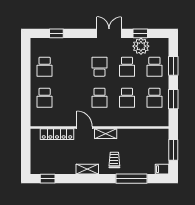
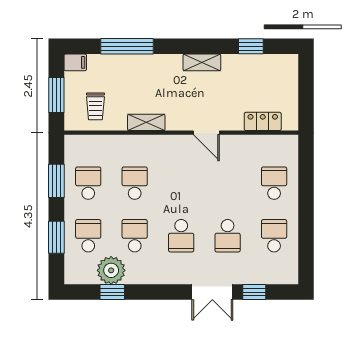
double door: (109, 33) -> (212, 292), moved
school desk: (100, 98) -> (228, 236), moved, turned 180
locker: (57, 134) -> (263, 121), width x0.66
shelving: (106, 134) -> (146, 122), moved
trolley: (114, 160) -> (95, 106), moved
window: (48, 179) -> (251, 46), moved

